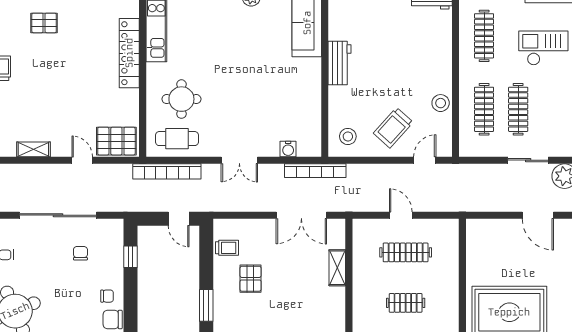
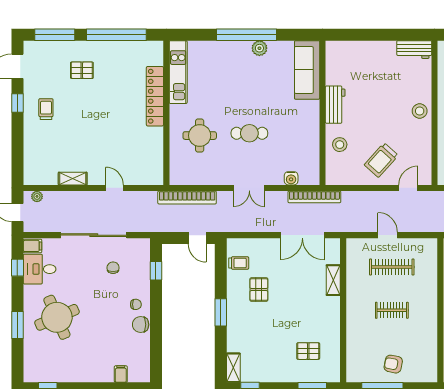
stool: (441, 103) -> (420, 111), moved
stool: (348, 136) -> (340, 145), moved
cafe table: (177, 139) -> (249, 133), moved
pallet: (116, 141) -> (144, 172), removed

